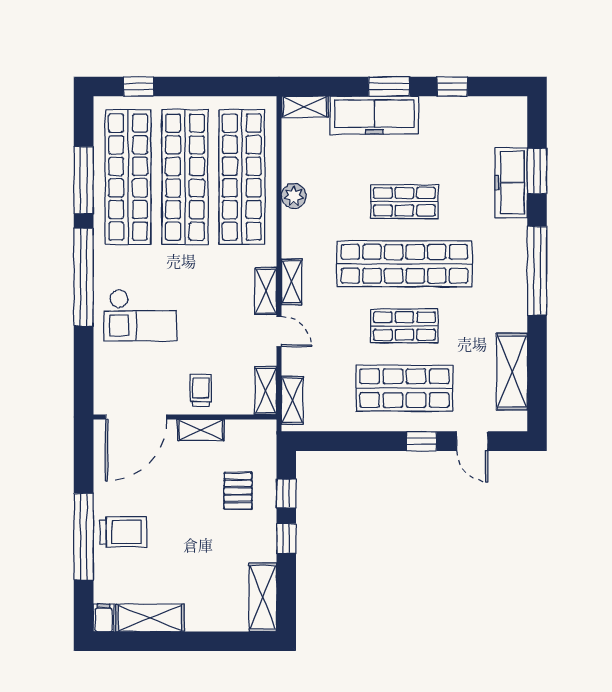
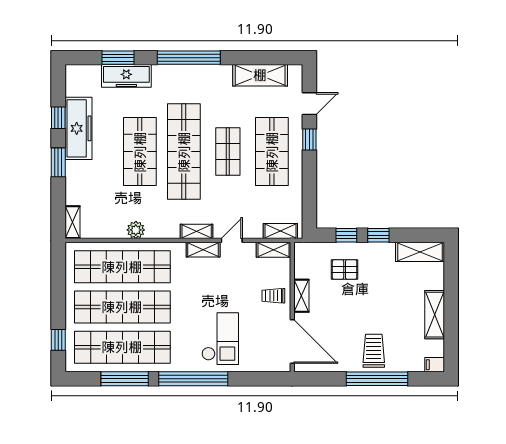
freezer: (374, 115) -> (79, 128), moved
shop shelf: (404, 202) -> (140, 152), width x1.43, depth x1.36
shelving: (150, 618) -> (435, 315), moved

